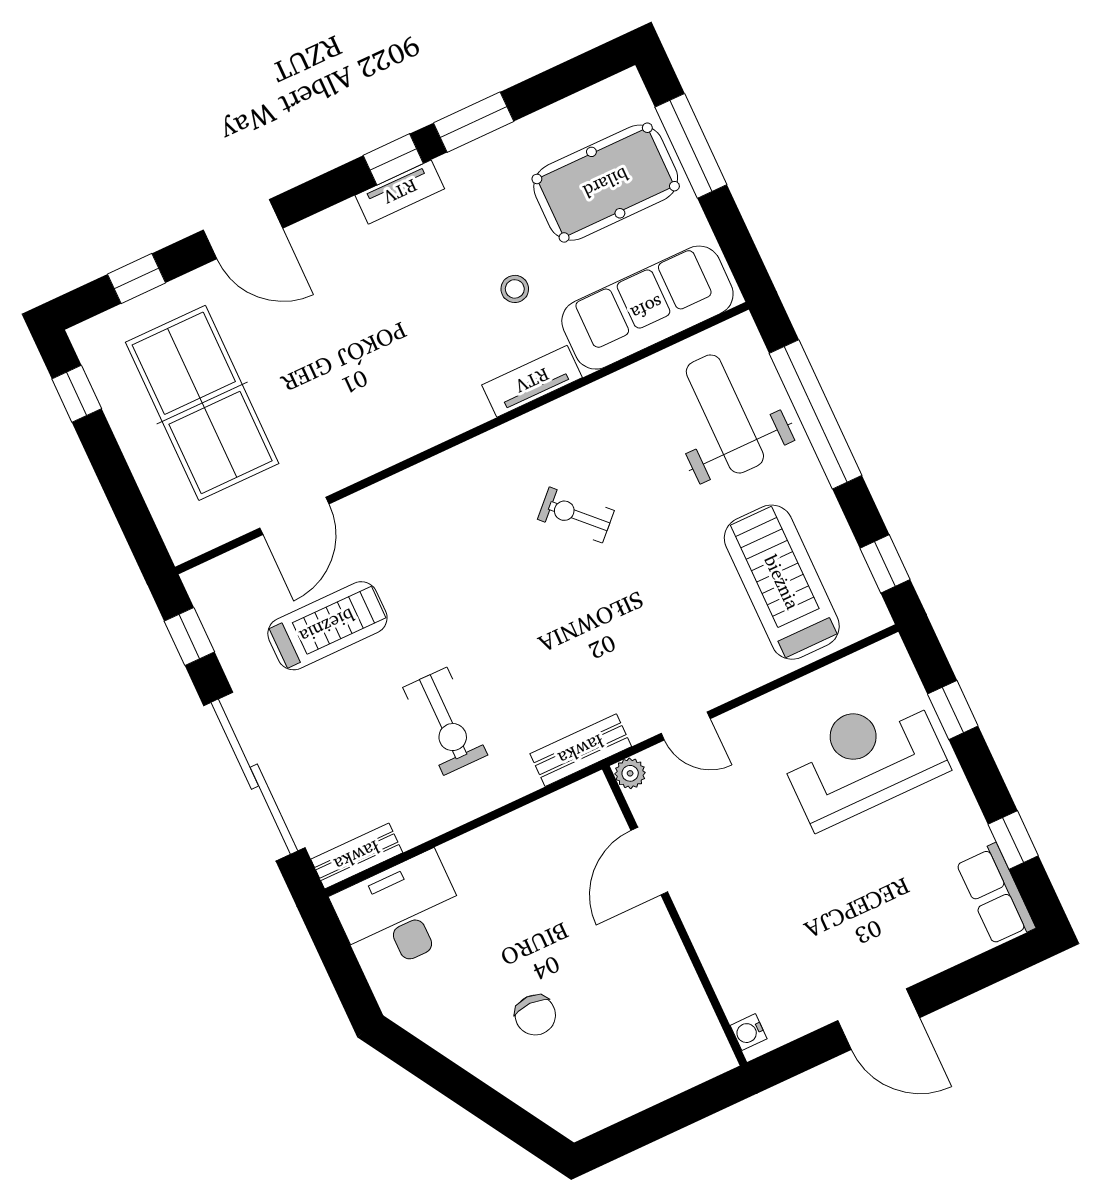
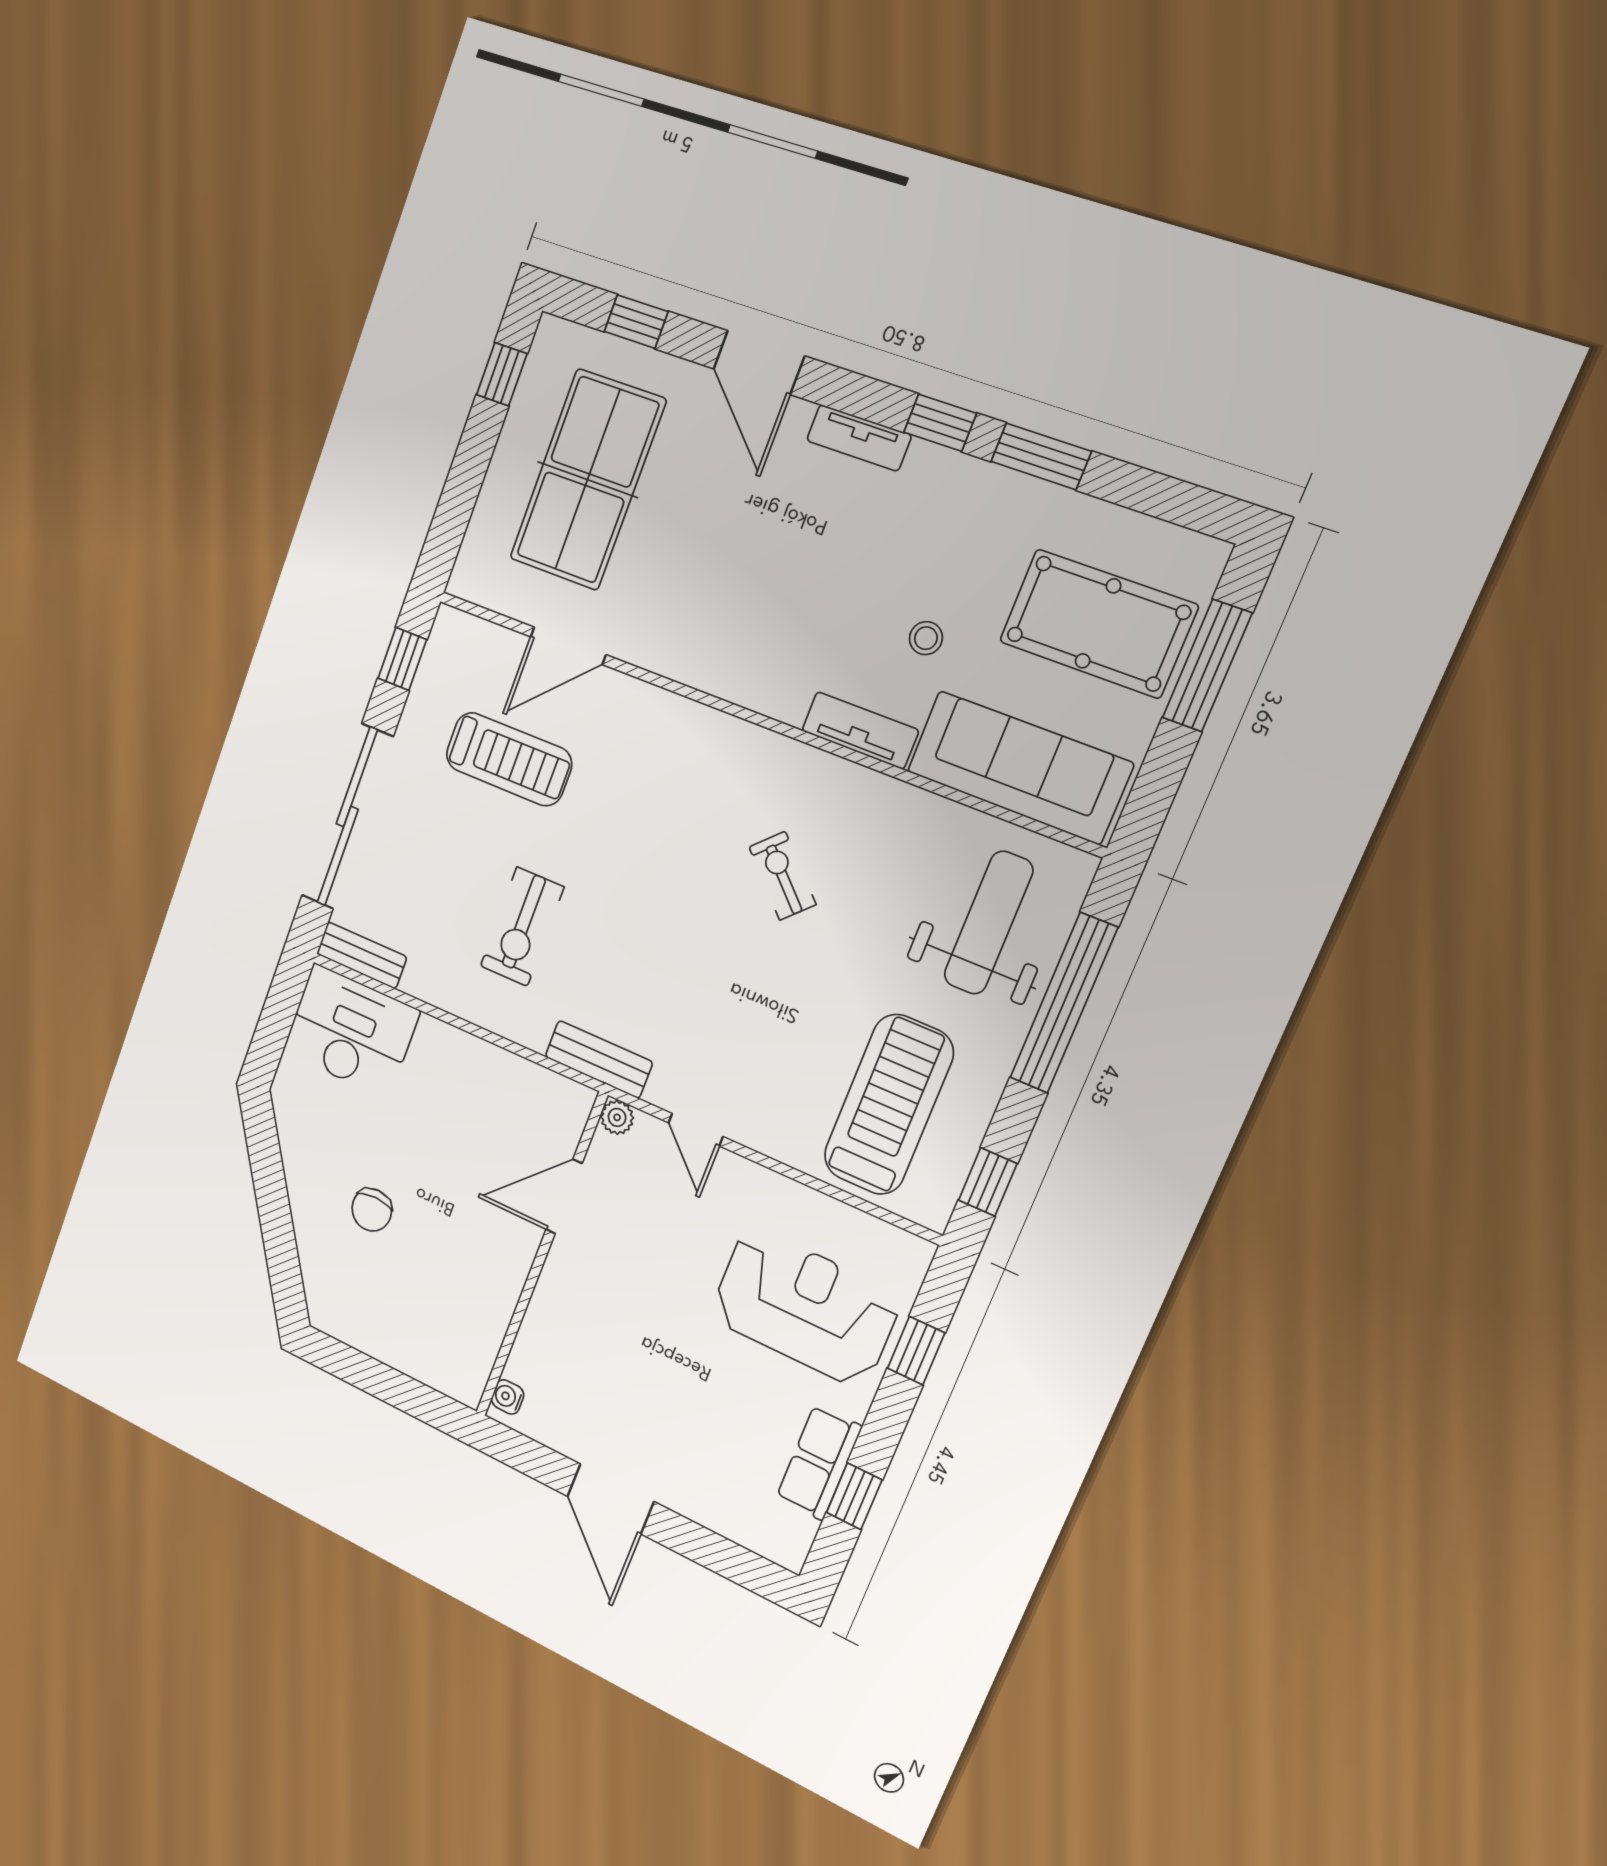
tv unit: (400, 192) -> (859, 438), moved
row of seats: (995, 895) -> (819, 1462), moved

